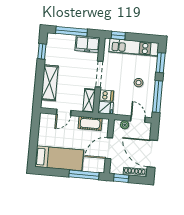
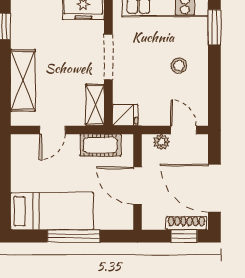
dishwasher: (106, 96) -> (124, 94), removed
window: (158, 96) -> (214, 87), removed
door: (109, 148) -> (137, 186), hinge flipped
window: (84, 175) -> (74, 236), moved
window: (121, 178) -> (184, 236), moved

